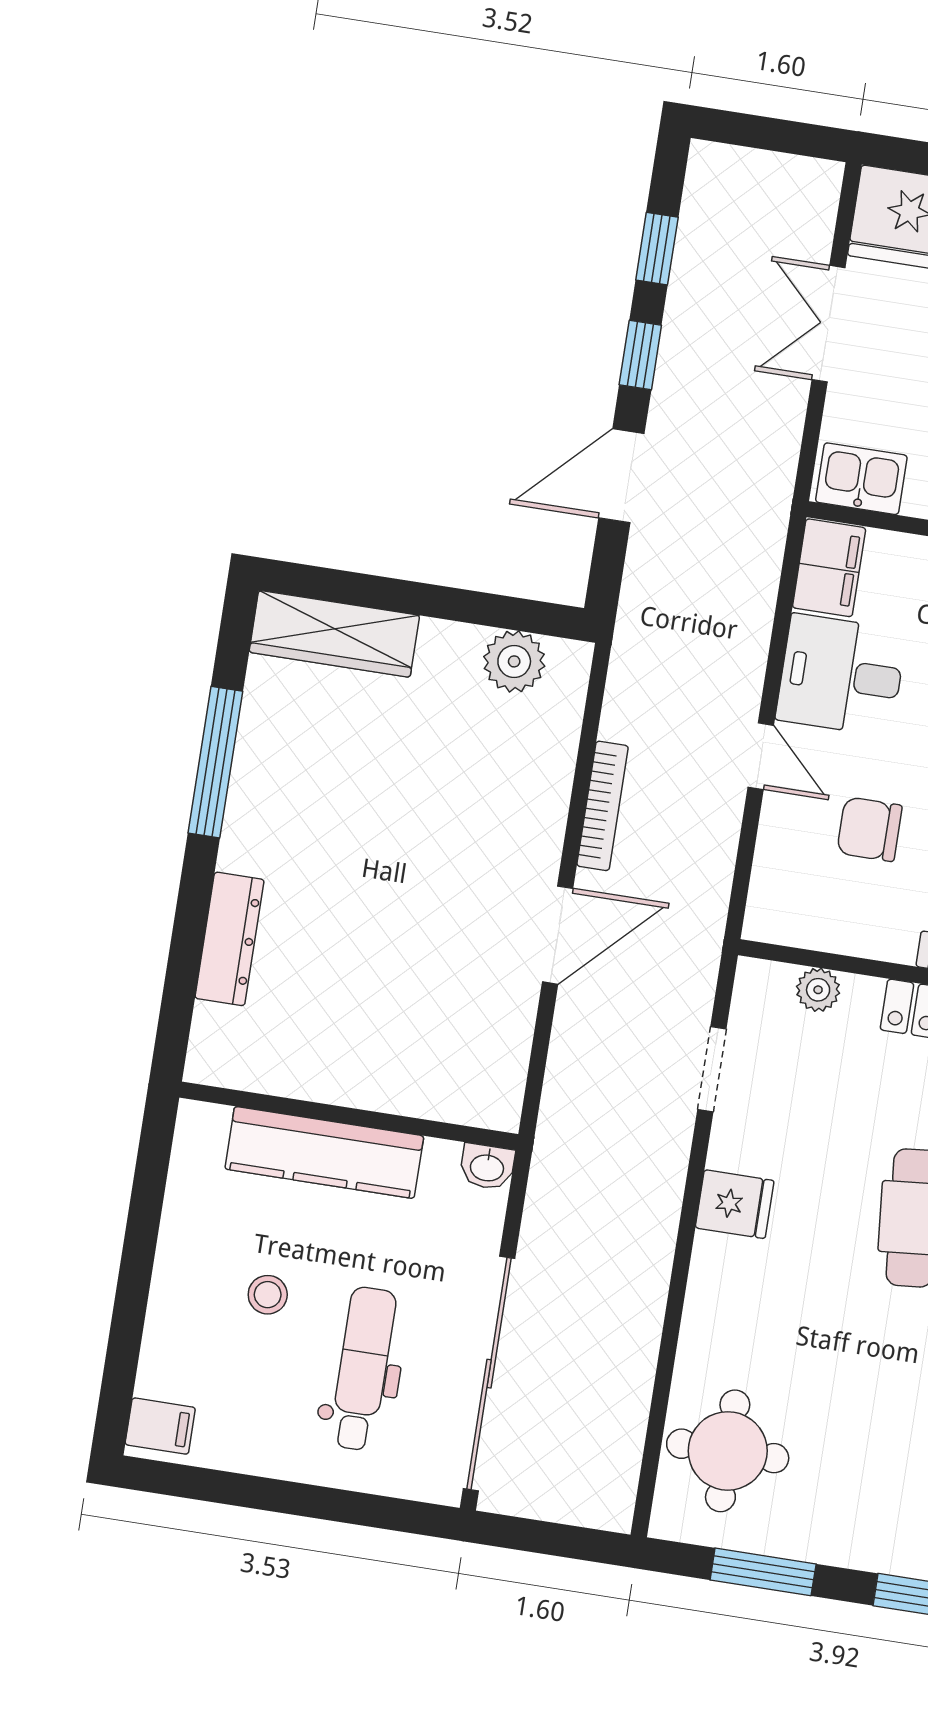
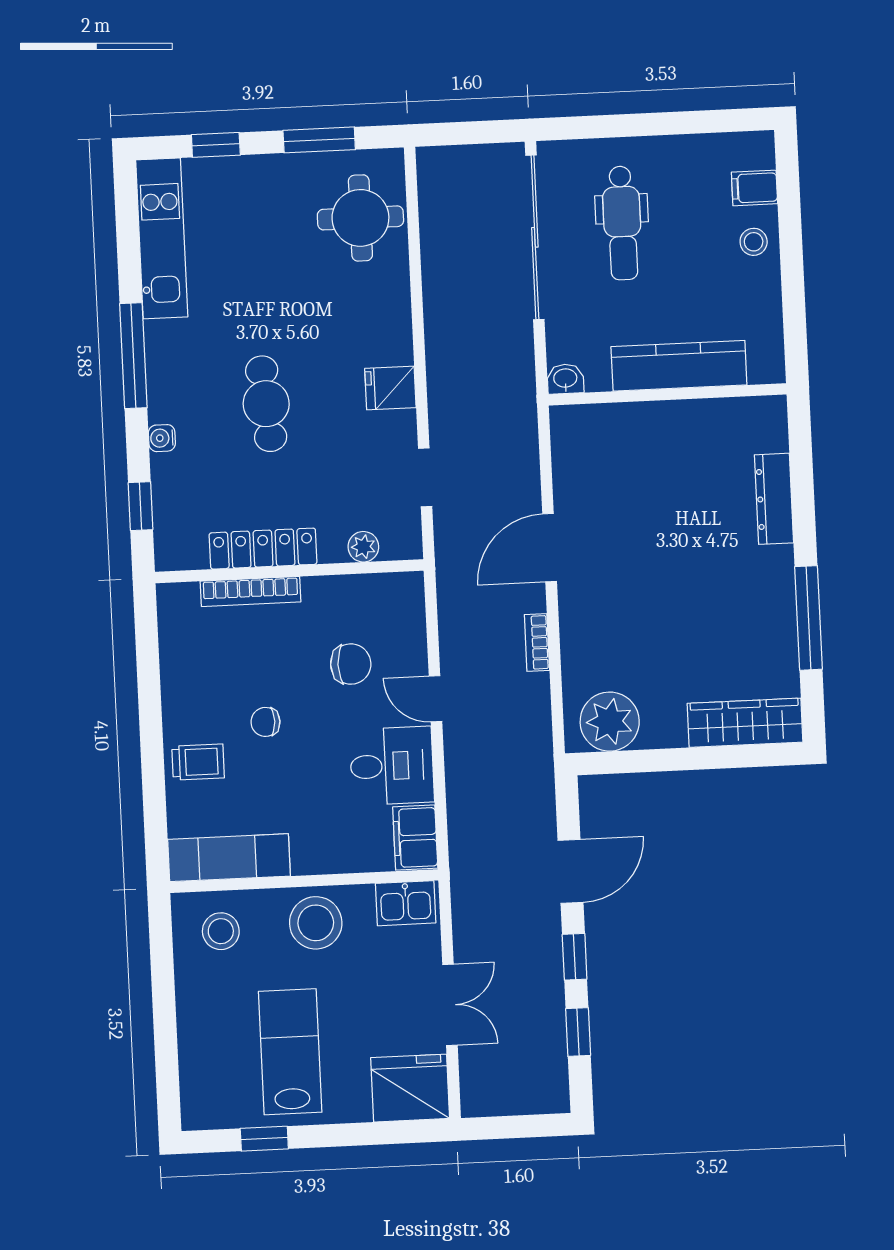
plant: (514, 661) -> (610, 722), width x1.36, depth x1.36
bookcase: (603, 806) -> (537, 642), width x0.64
stool: (268, 1295) -> (754, 242), moved
filing cabinet: (160, 1426) -> (754, 188), moved

